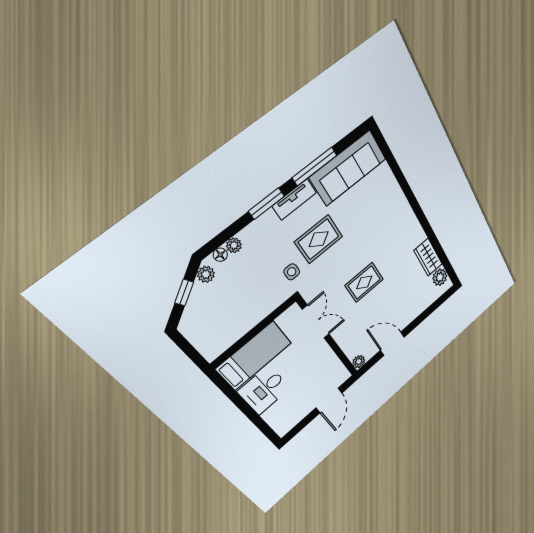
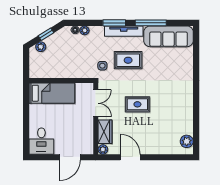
tv unit: (294, 199) -> (124, 31), width x1.41
wardrobe: (428, 257) -> (105, 132), moved, turned 180
plant: (206, 274) -> (41, 47), moved
desk: (264, 390) -> (41, 141), moved, turned -90

